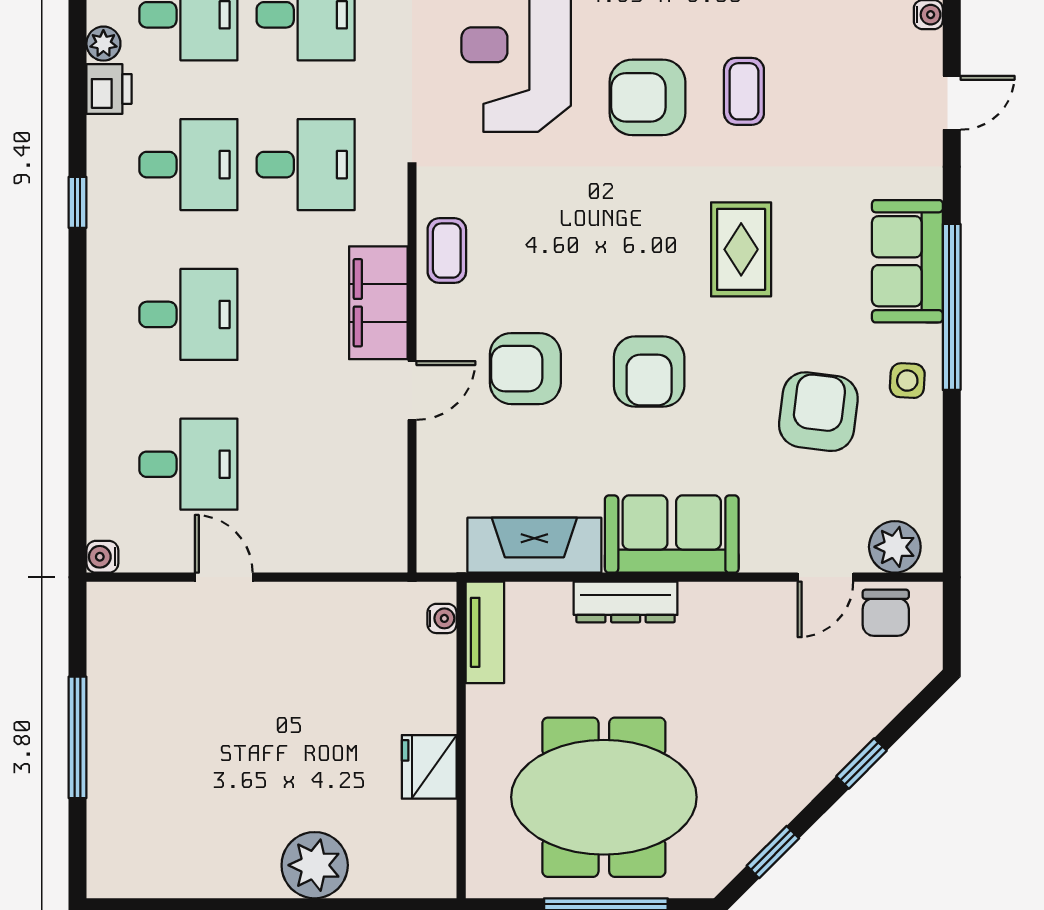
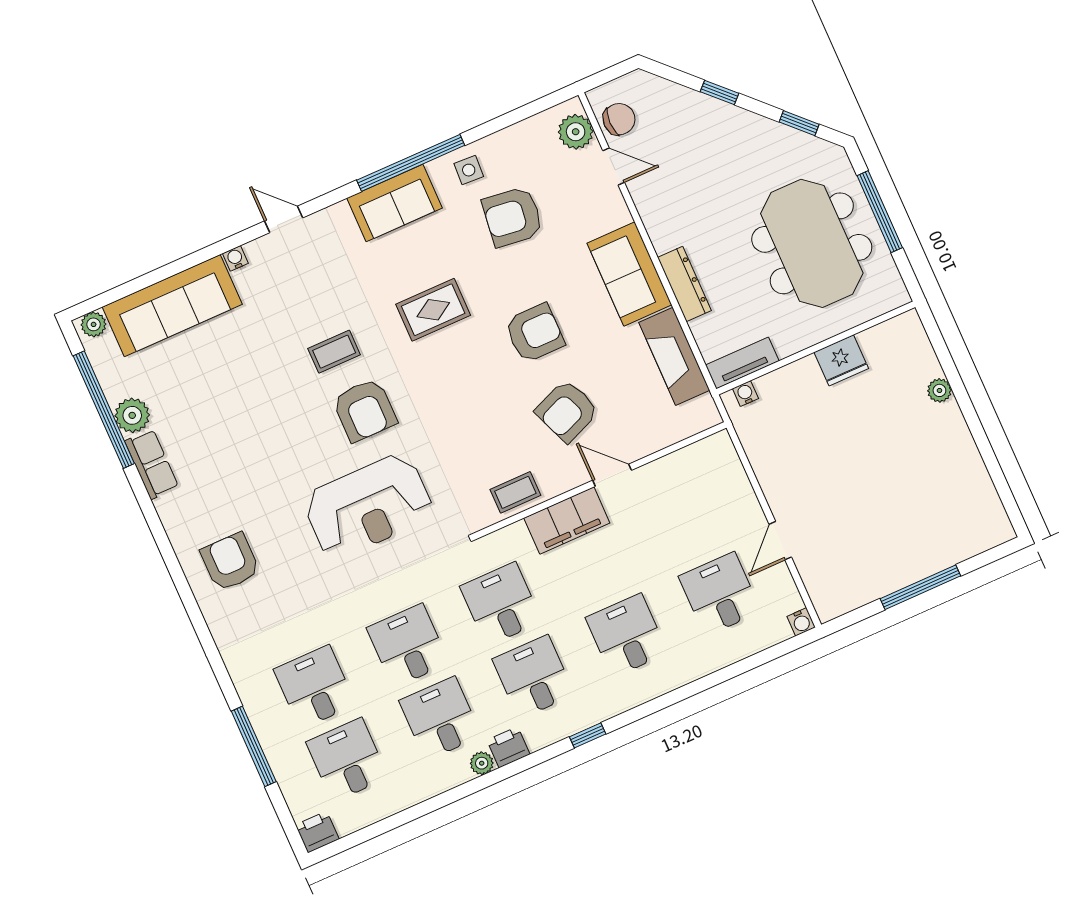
armchair: (525, 369) -> (567, 411), turned 68
plant: (315, 865) -> (939, 390), width x0.53, depth x0.53

